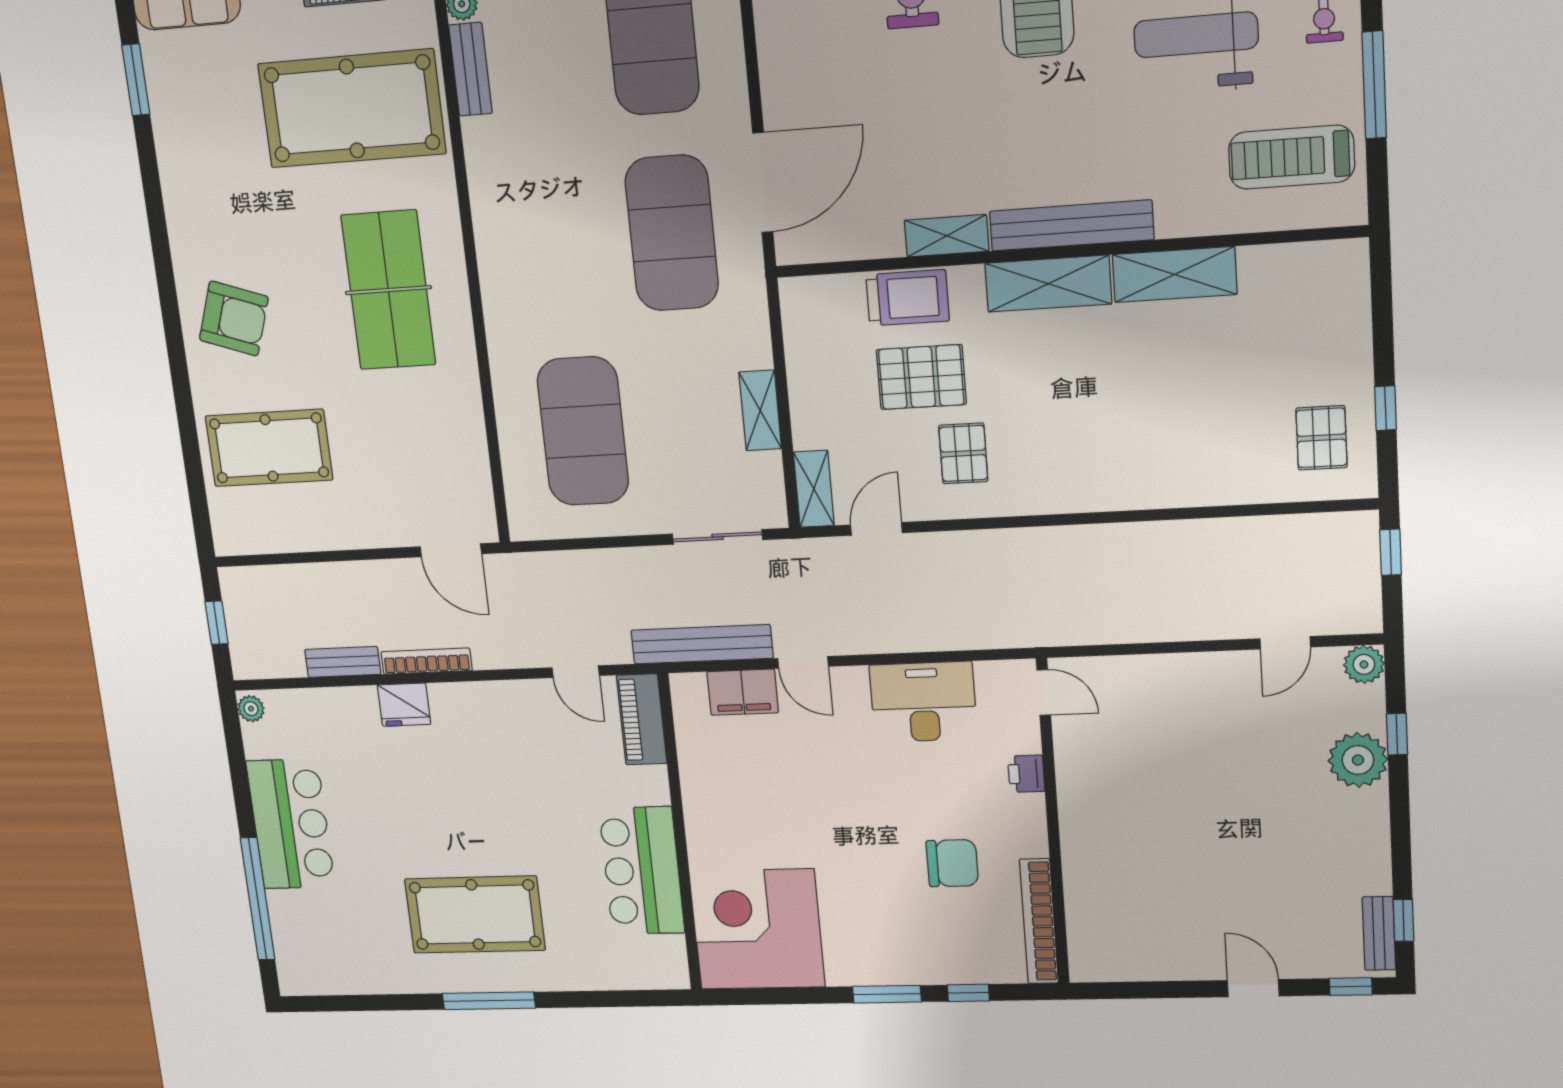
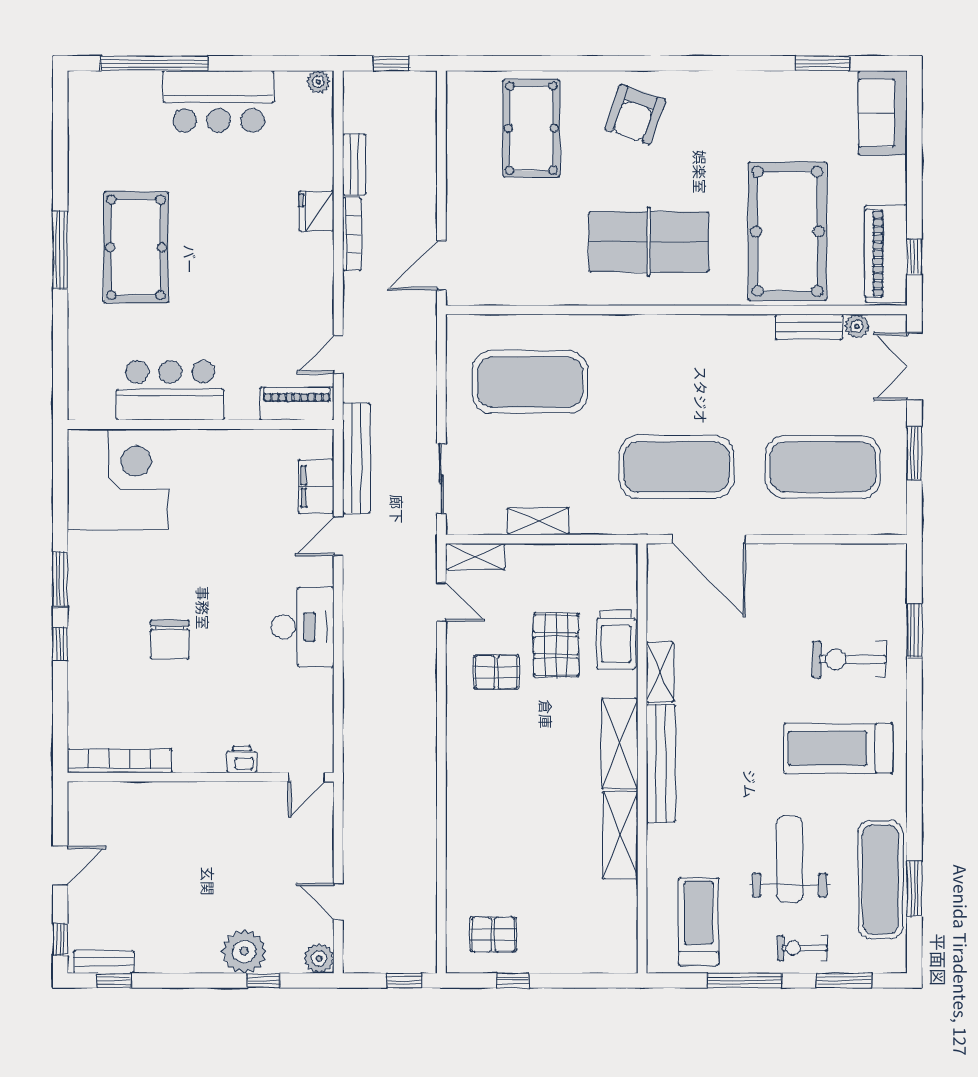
door: (1044, 693) -> (306, 777), moved
printer: (1026, 774) -> (242, 759), moved
wall: (1053, 823) -> (201, 777), moved
bookcase: (1039, 921) -> (120, 761), moved

